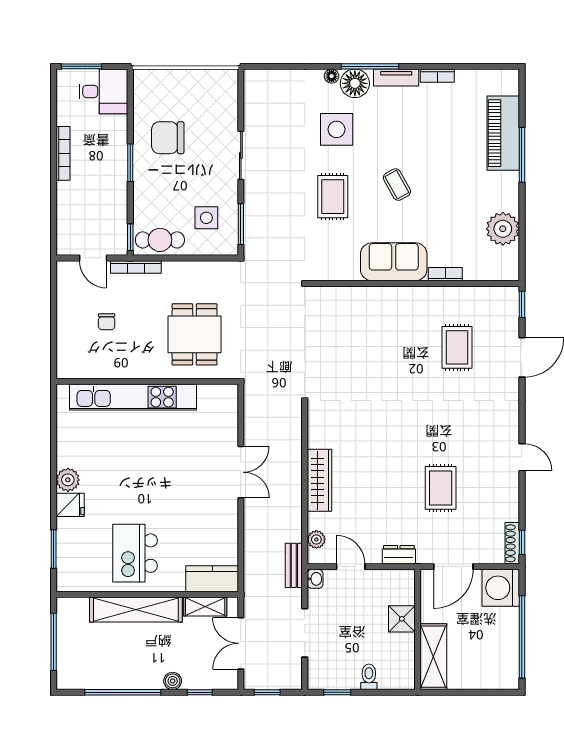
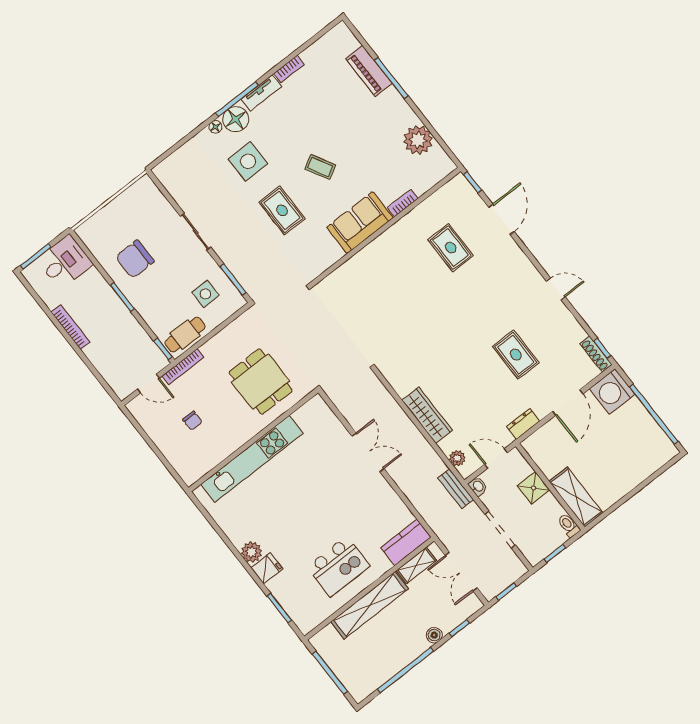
piano: (503, 133) -> (369, 71), width x0.73, depth x0.75
kitchen island: (135, 553) -> (338, 566), turned -90
shower: (402, 619) -> (533, 488), moved
wall: (418, 629) -> (550, 487), moved
shelving: (433, 657) -> (576, 497), moved

